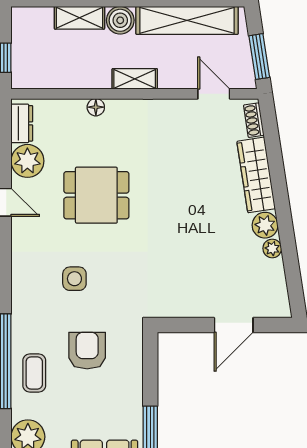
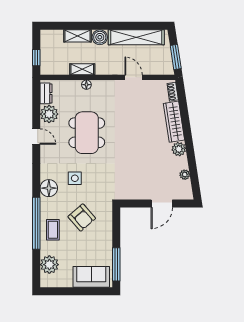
shelving: (135, 79) -> (82, 69), moved
door: (214, 94) -> (134, 77), moved
dining table: (96, 195) -> (87, 133), width x1.38
plant: (272, 248) -> (185, 175), moved
floor lamp: (27, 297) -> (49, 188), added
armchair: (87, 351) -> (82, 218), turned 139

